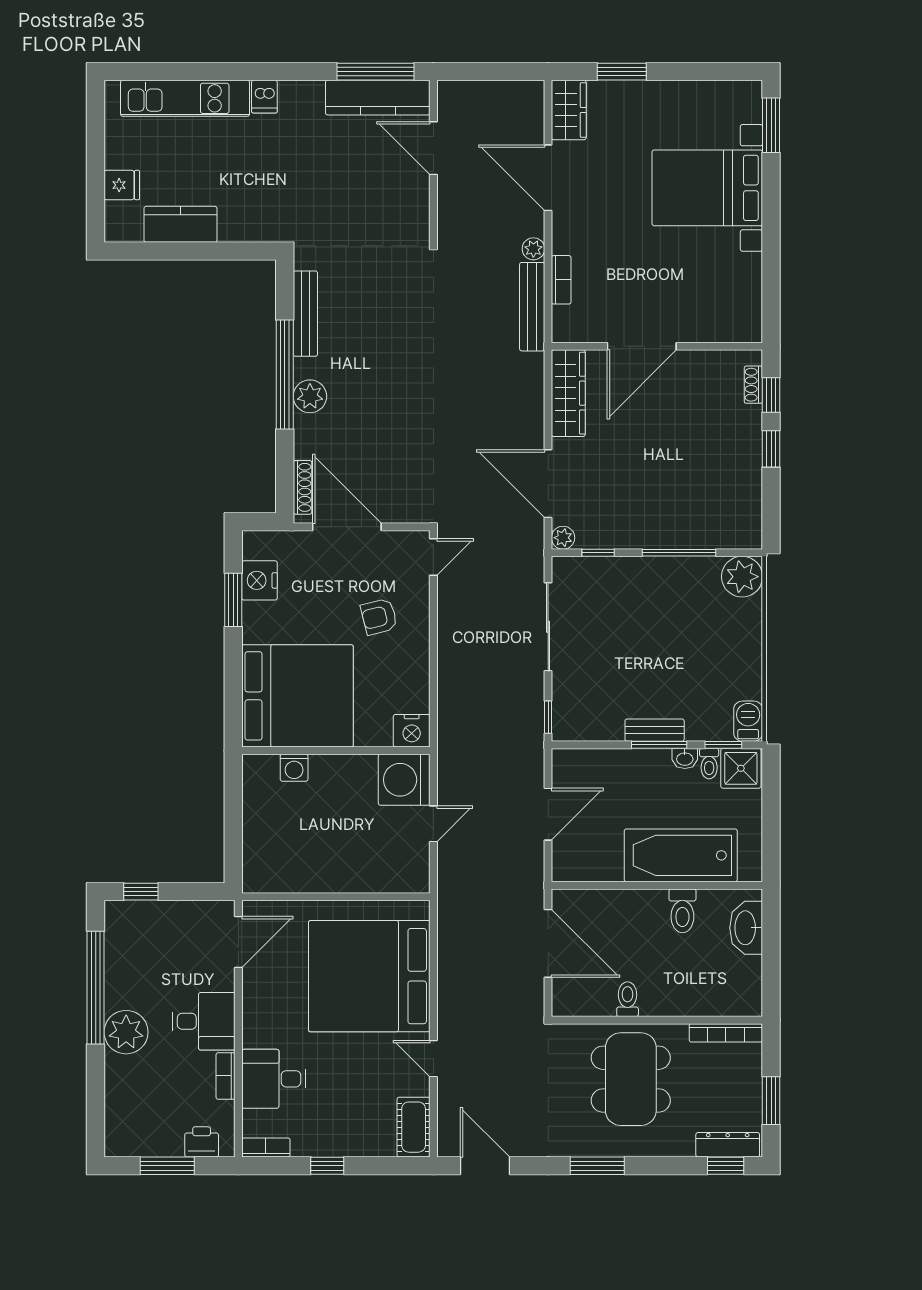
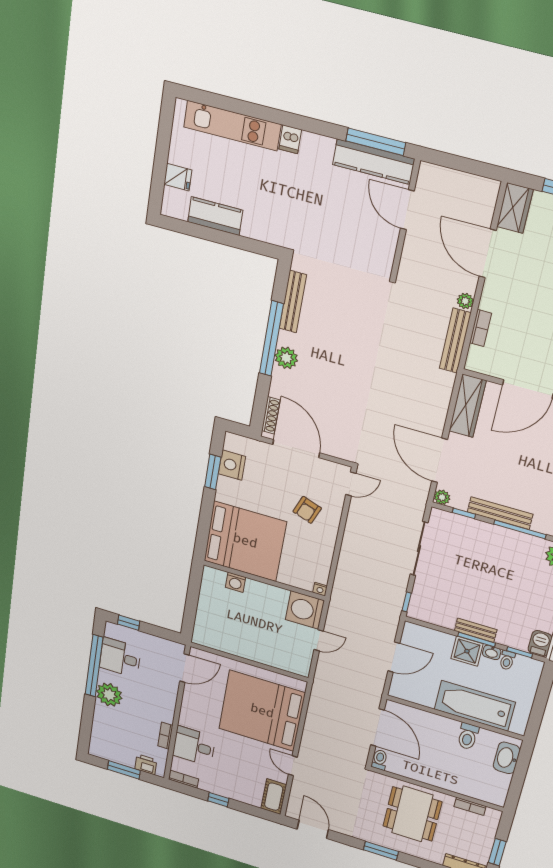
bench: (647, 537) -> (500, 513), added
armchair: (379, 617) -> (307, 510), turned -56
nightstand: (412, 731) -> (320, 589), width x0.53, depth x0.56
shower: (741, 768) -> (467, 651), moved
toilet: (628, 999) -> (380, 760), moved
desk: (204, 1021) -> (120, 658), moved, turned 180
bookcase: (726, 1033) -> (470, 806), width x0.64

